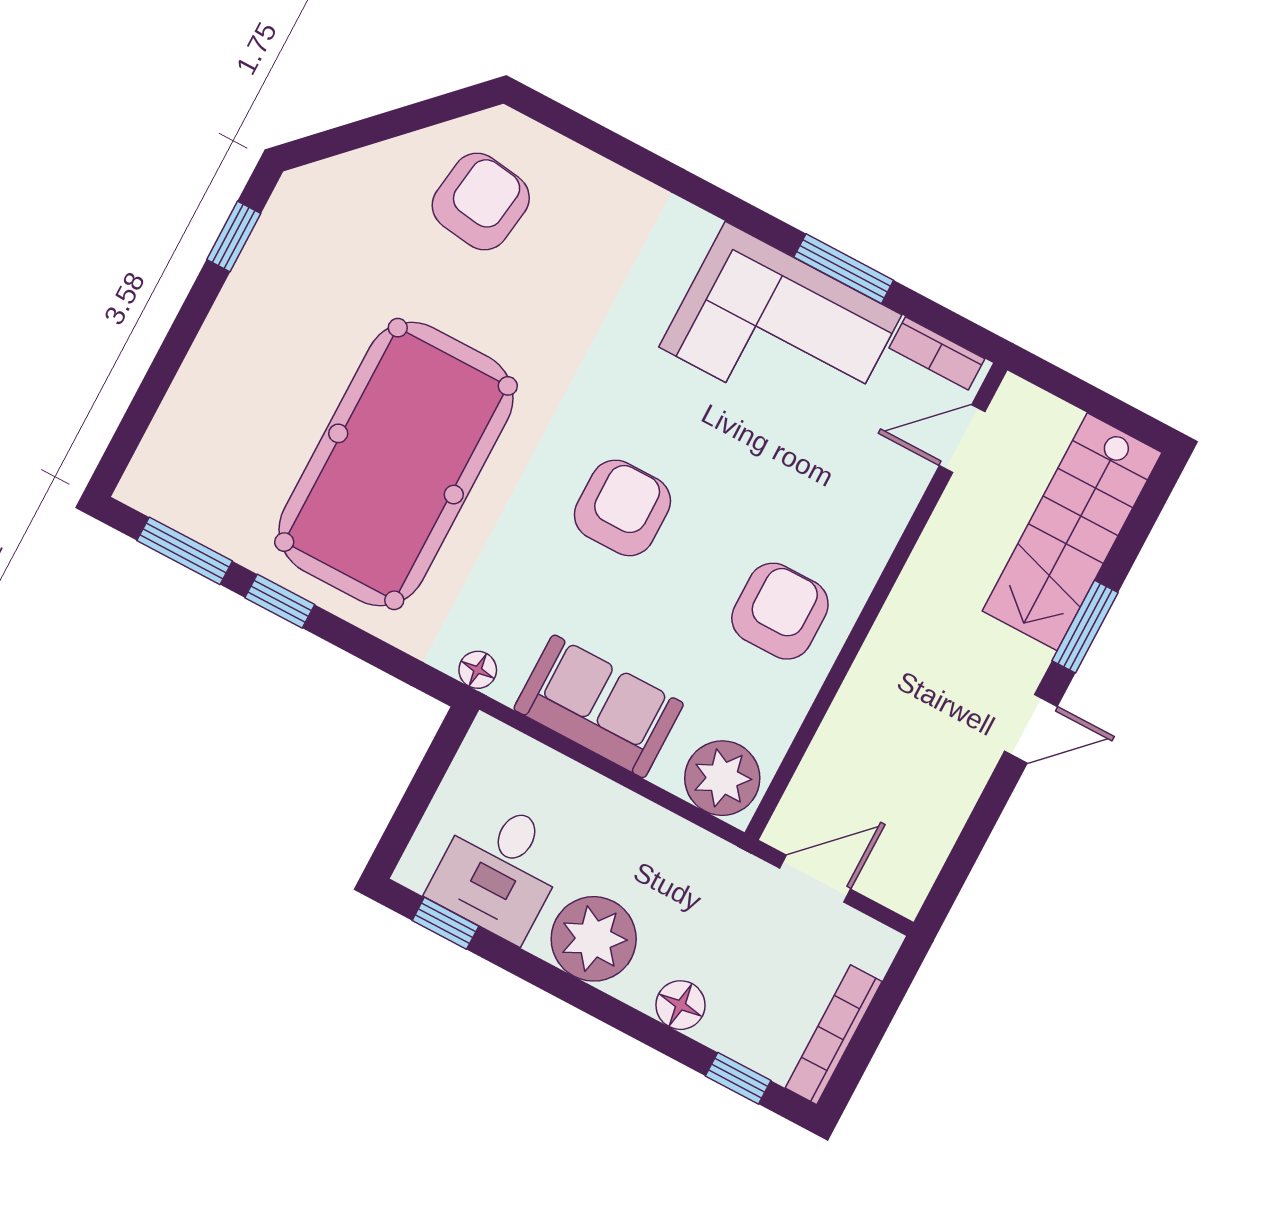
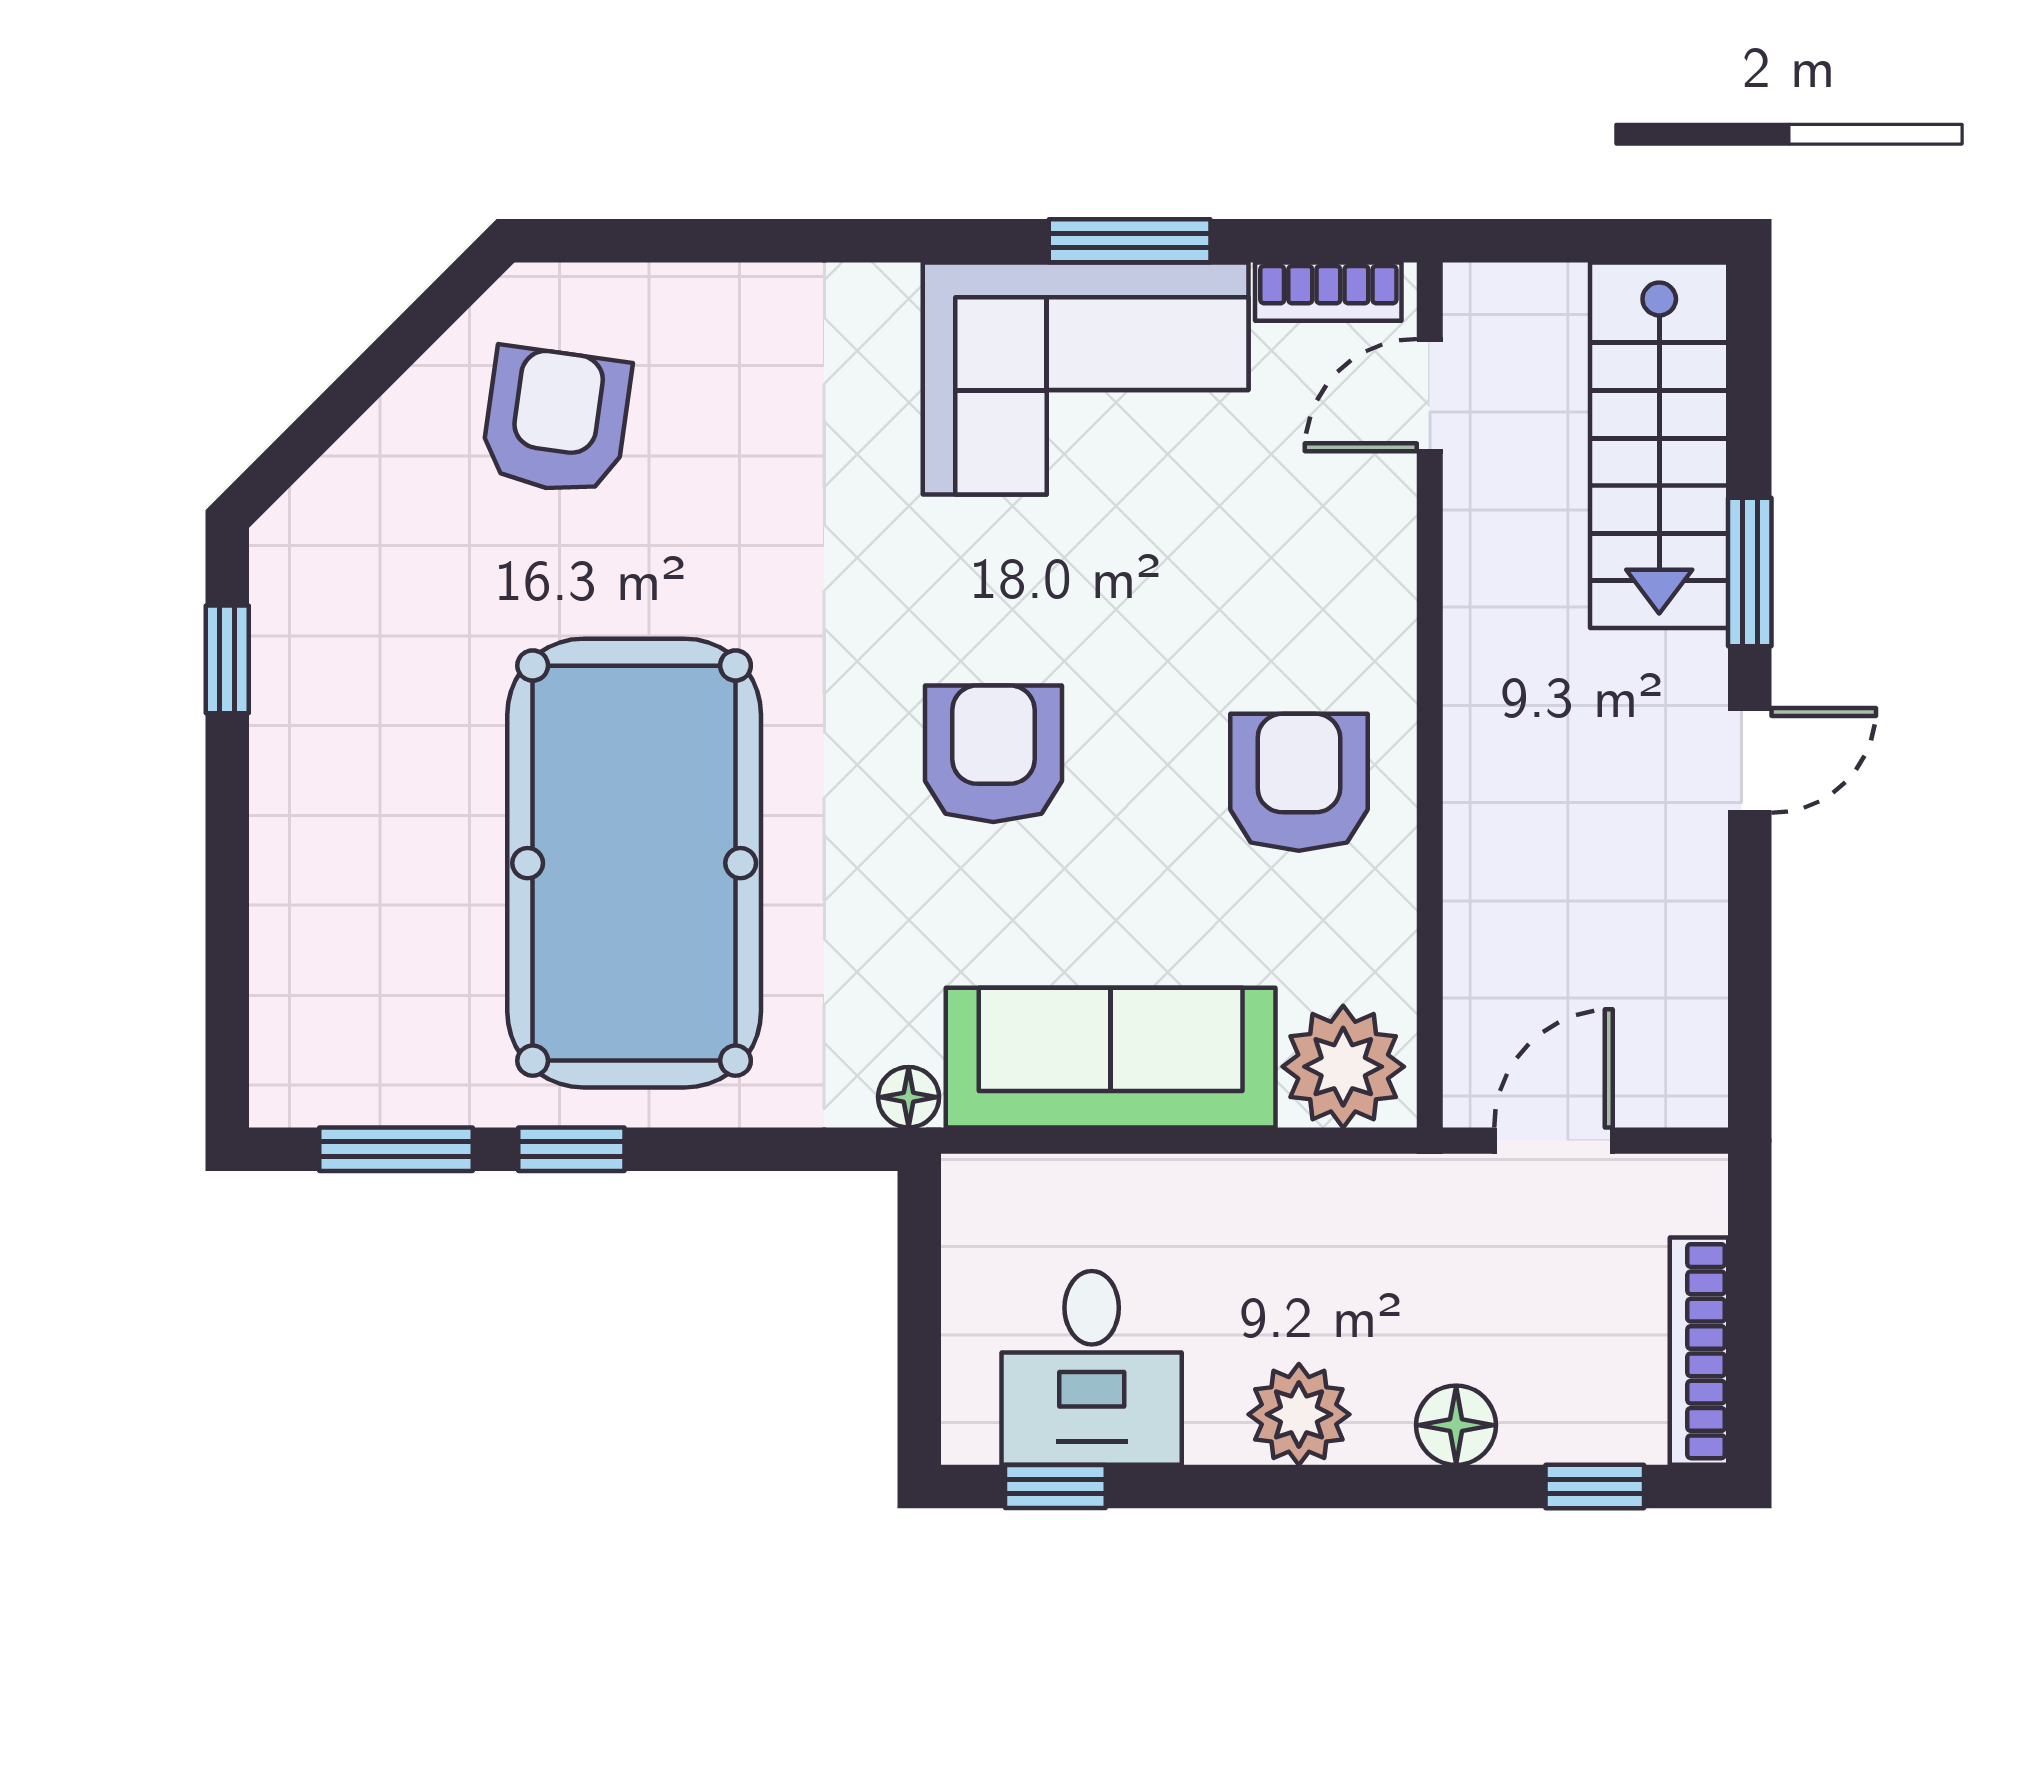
sofa: (599, 706) -> (1111, 1058), width x1.36
plant: (594, 939) -> (1299, 1414), width x0.73, depth x0.73

